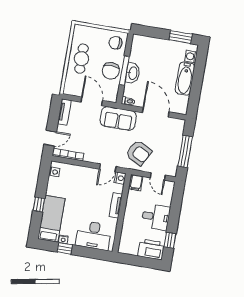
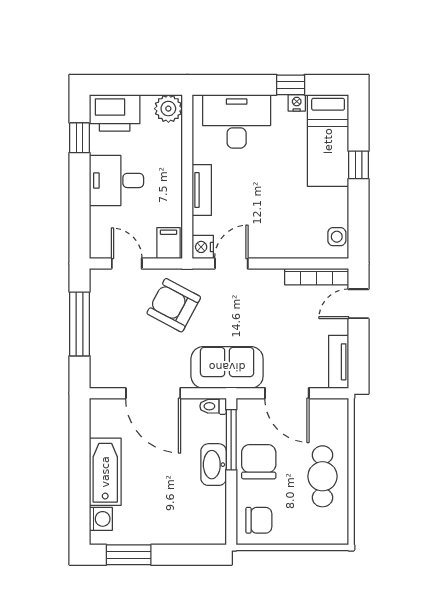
window: (124, 71) -> (231, 440), moved
plant: (125, 247) -> (168, 109), added

